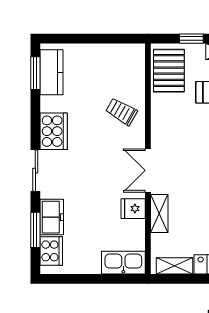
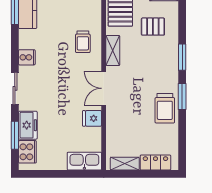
trolley: (121, 112) -> (83, 42), turned -120
cooker: (54, 131) -> (27, 57), width x0.53, depth x0.76
shelving: (159, 213) -> (113, 51), moved

